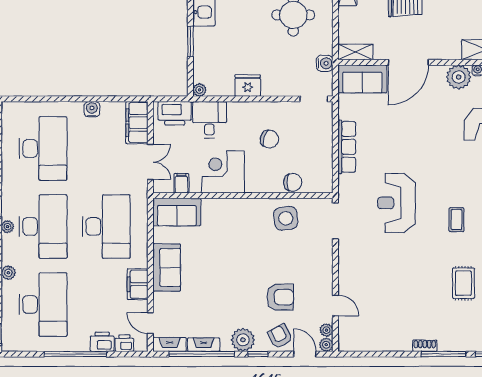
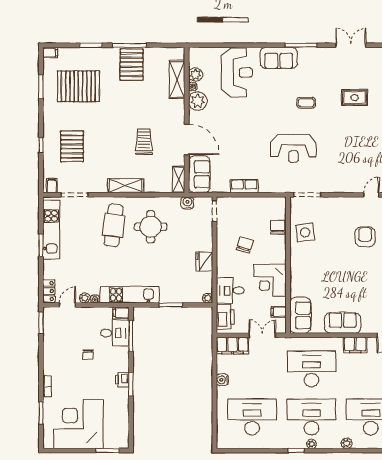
row of seats: (347, 147) -> (244, 186), width x0.68

